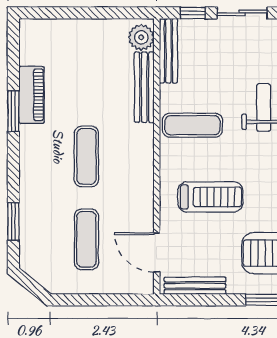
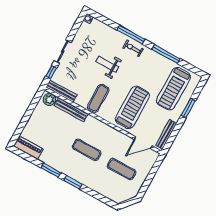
piano: (32, 95) -> (28, 148), moved
treadmill: (210, 197) -> (132, 107), width x1.37, depth x1.38
window: (13, 222) -> (73, 182), moved

